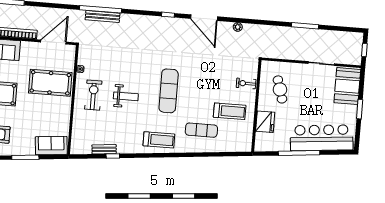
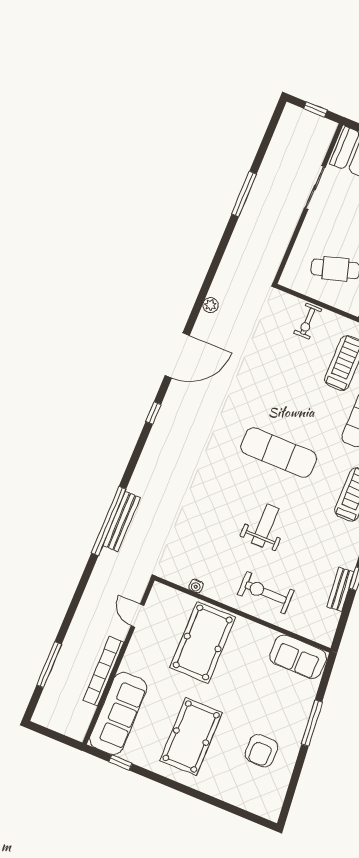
door: (53, 42) -> (137, 616), width x0.53
exercise bike: (93, 95) -> (266, 593), moved
sofa: (51, 146) -> (298, 657), moved, turned -85

